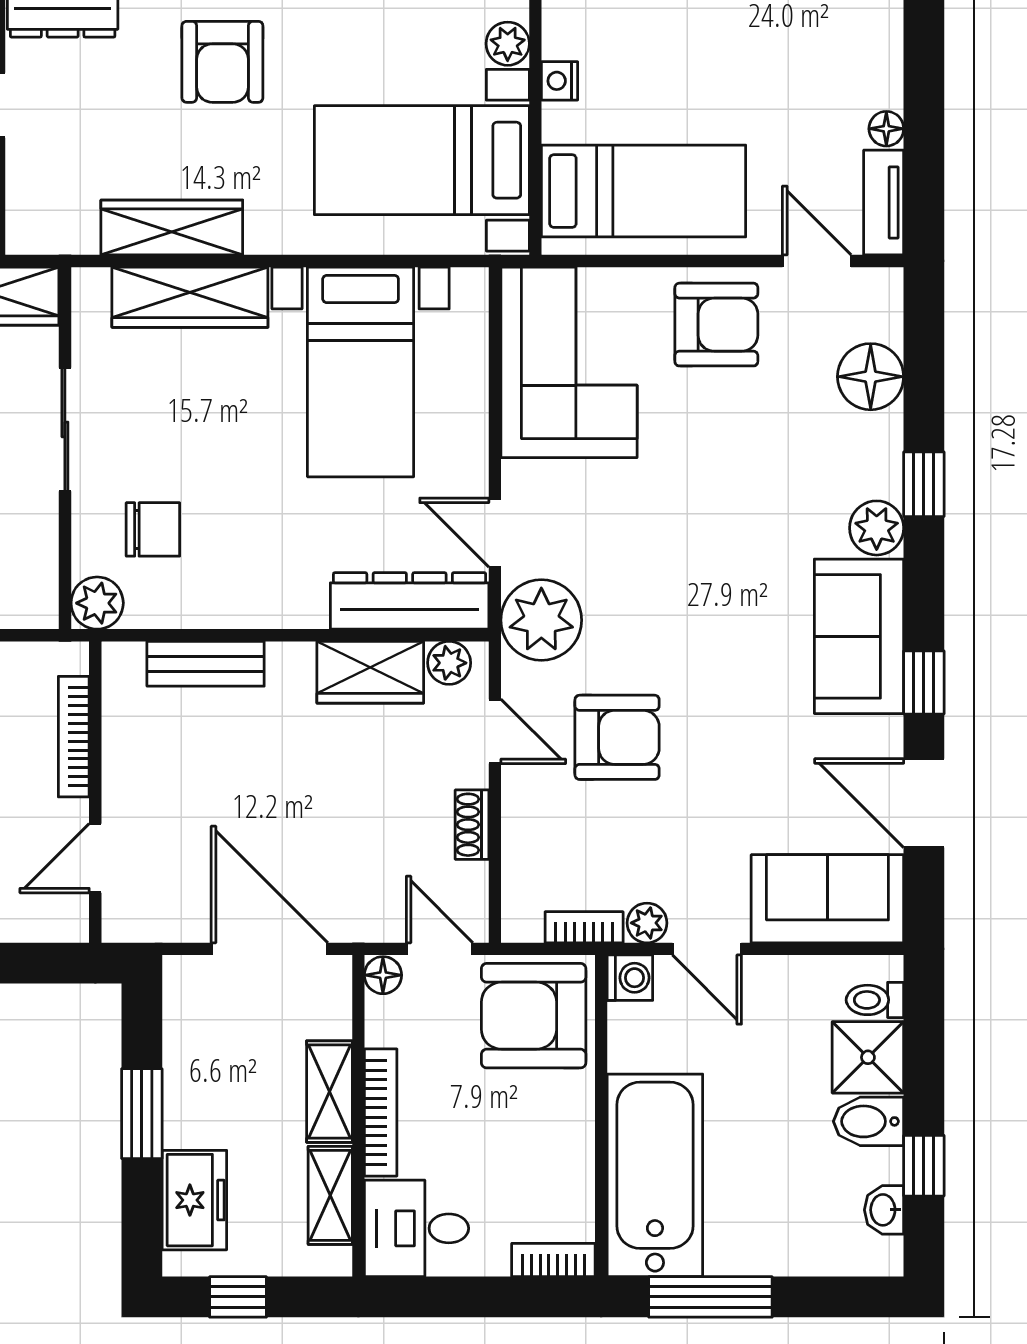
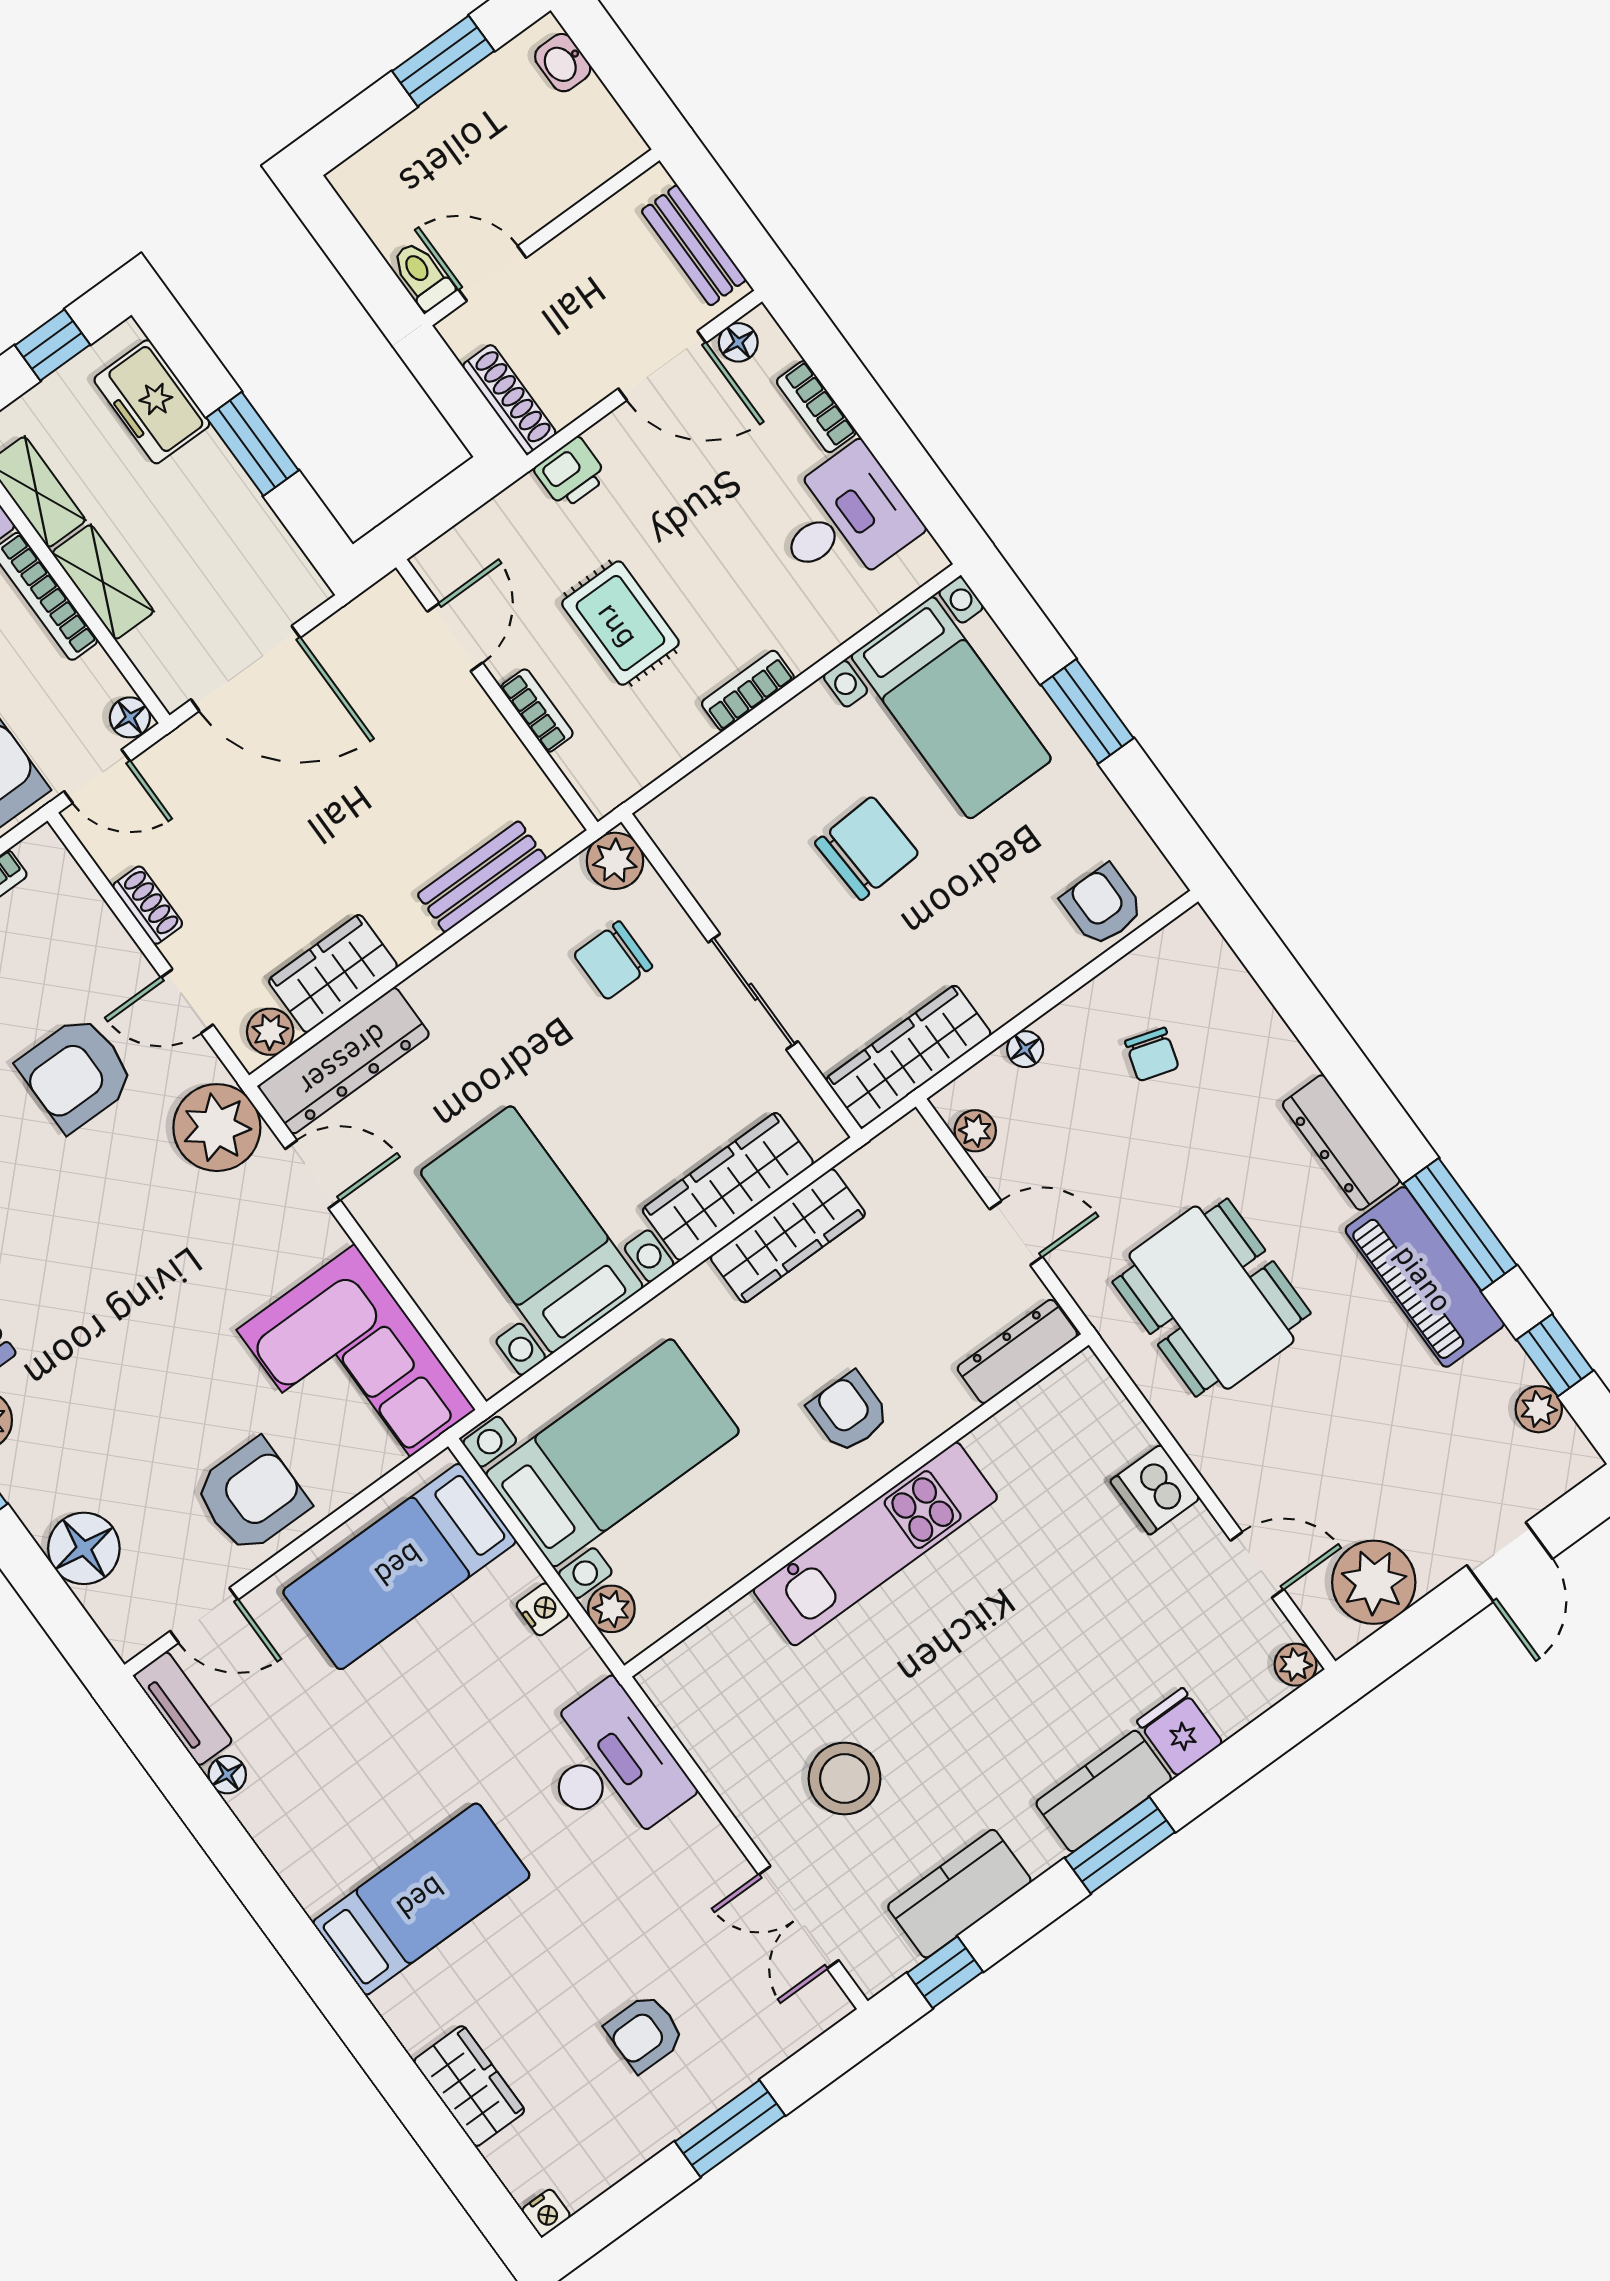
armchair: (222, 62) -> (849, 1412), width x0.72, depth x0.72
armchair: (716, 325) -> (251, 1496), turned 180
bookcase: (74, 737) -> (537, 711), width x0.64

